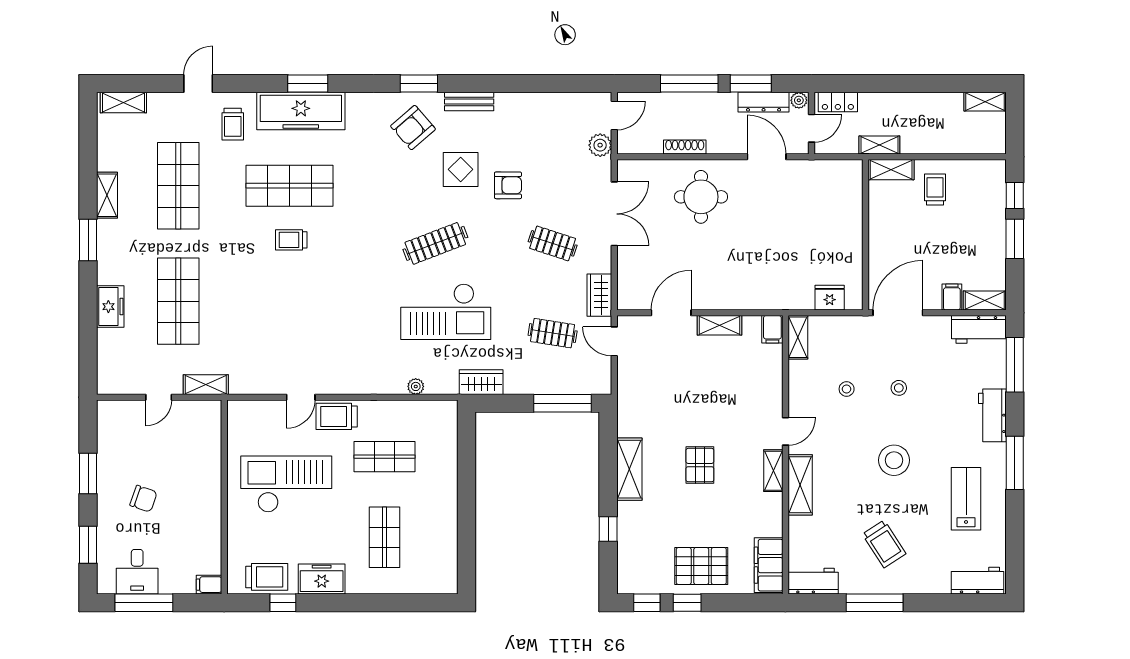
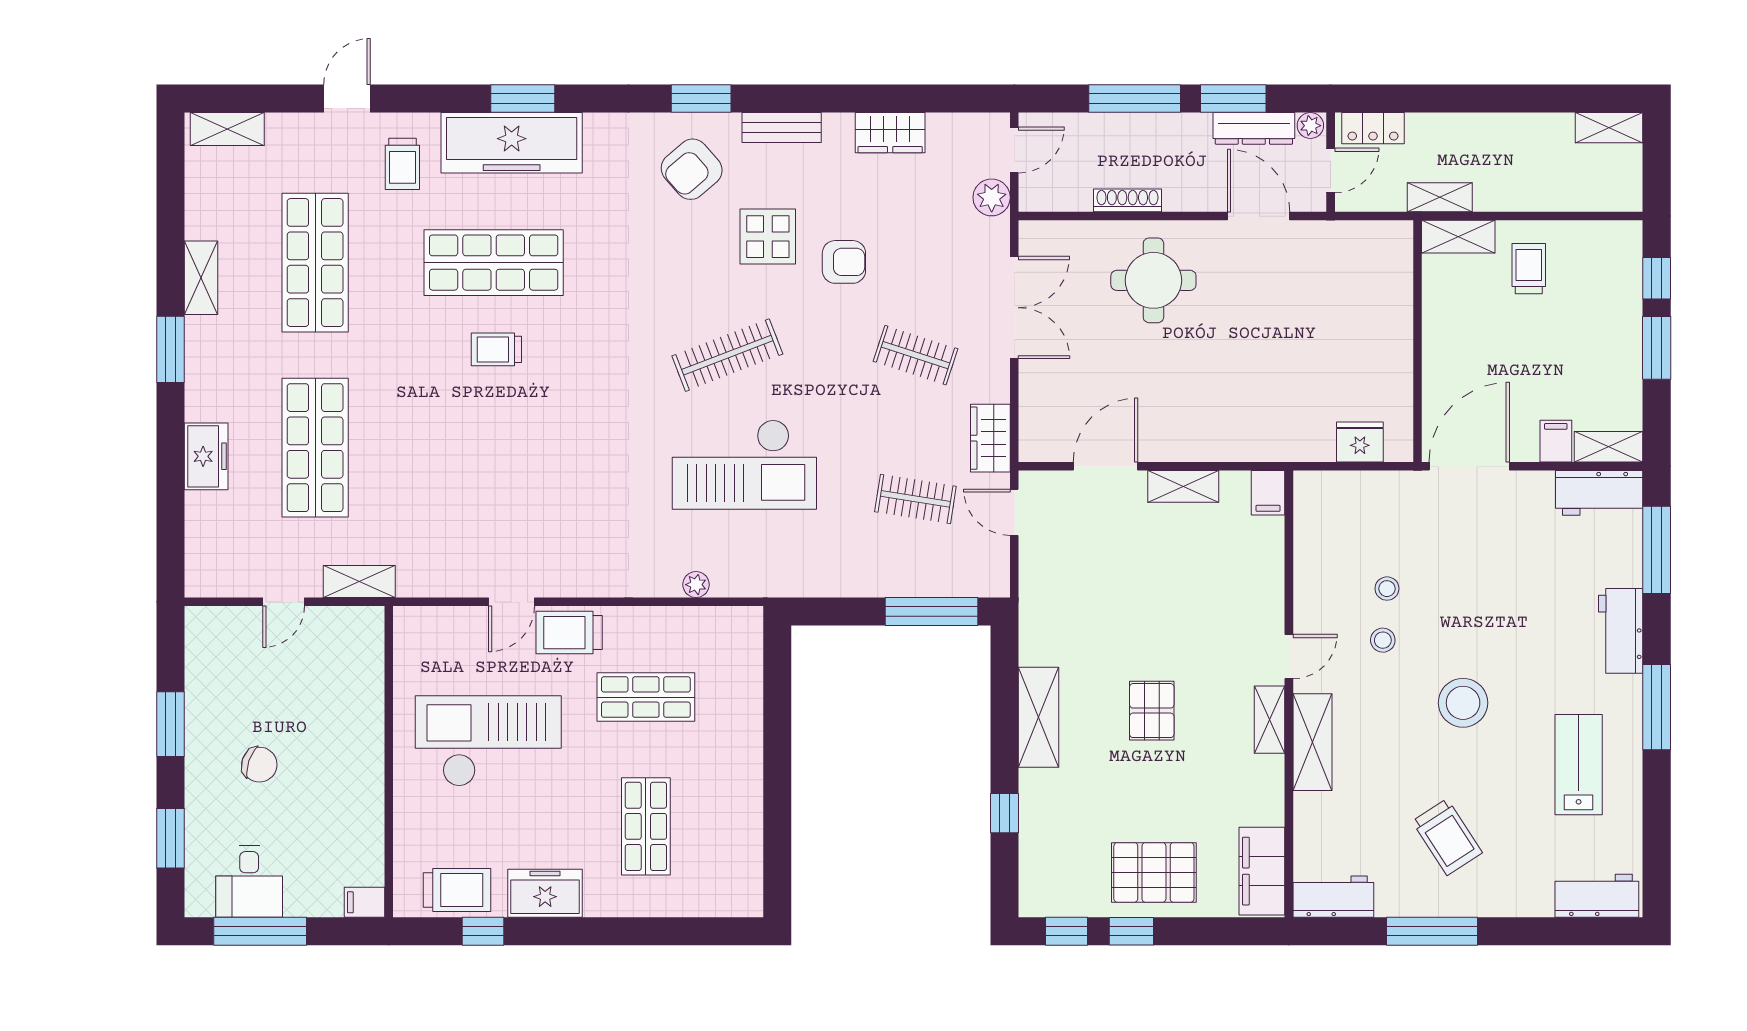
shelving: (798, 337) -> (1309, 506), removed
wardrobe: (481, 382) -> (890, 133), moved, turned 180
stool: (899, 388) -> (1383, 640), moved

